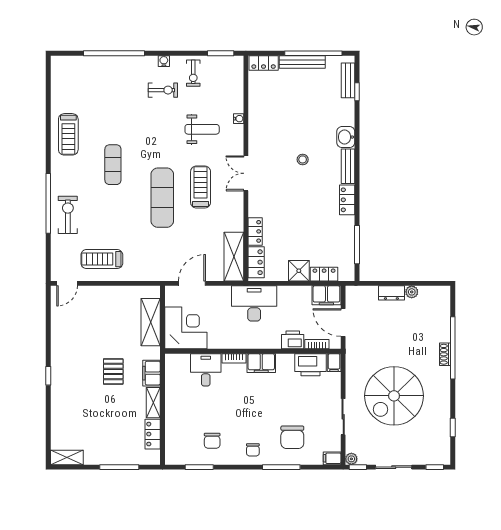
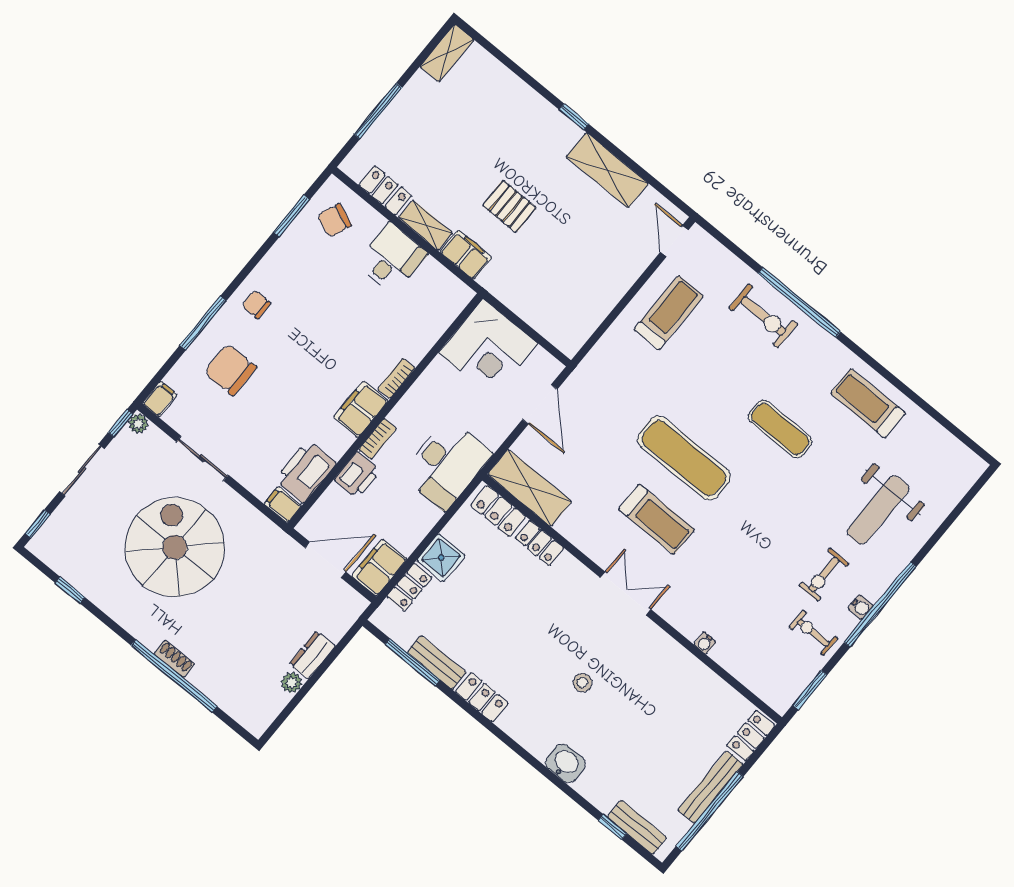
window: (114, 53) -> (880, 604), moved
weight bench: (202, 129) -> (878, 510), moved, width x1.36, depth x1.33
bench: (348, 166) -> (437, 662), moved
shelving: (151, 322) -> (607, 170), moved
bookcase: (317, 344) -> (378, 439), moved
desk: (206, 370) -> (392, 258), moved, turned -90
chair: (212, 441) -> (335, 220), moved, turned -68

